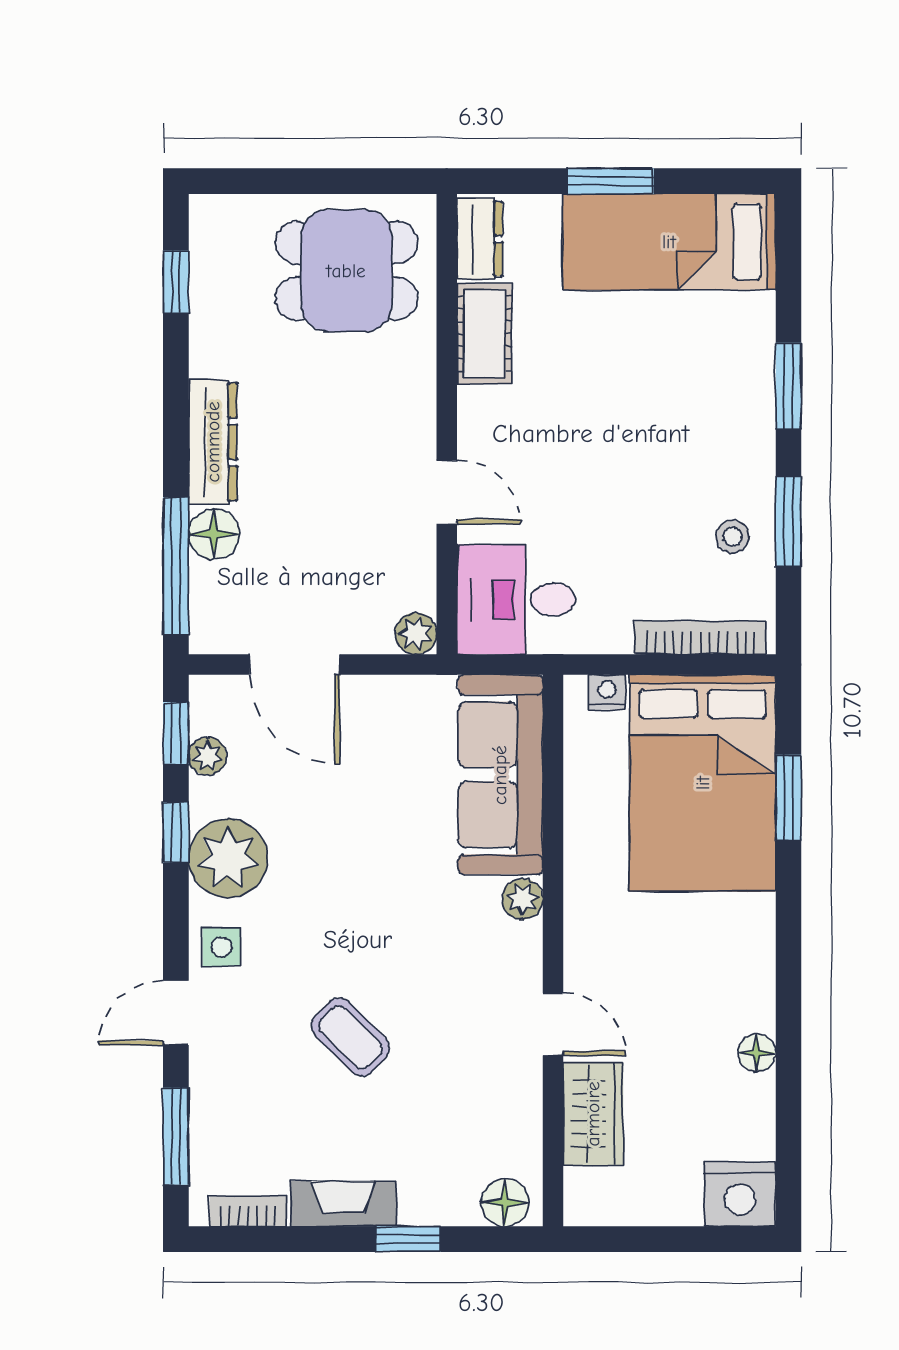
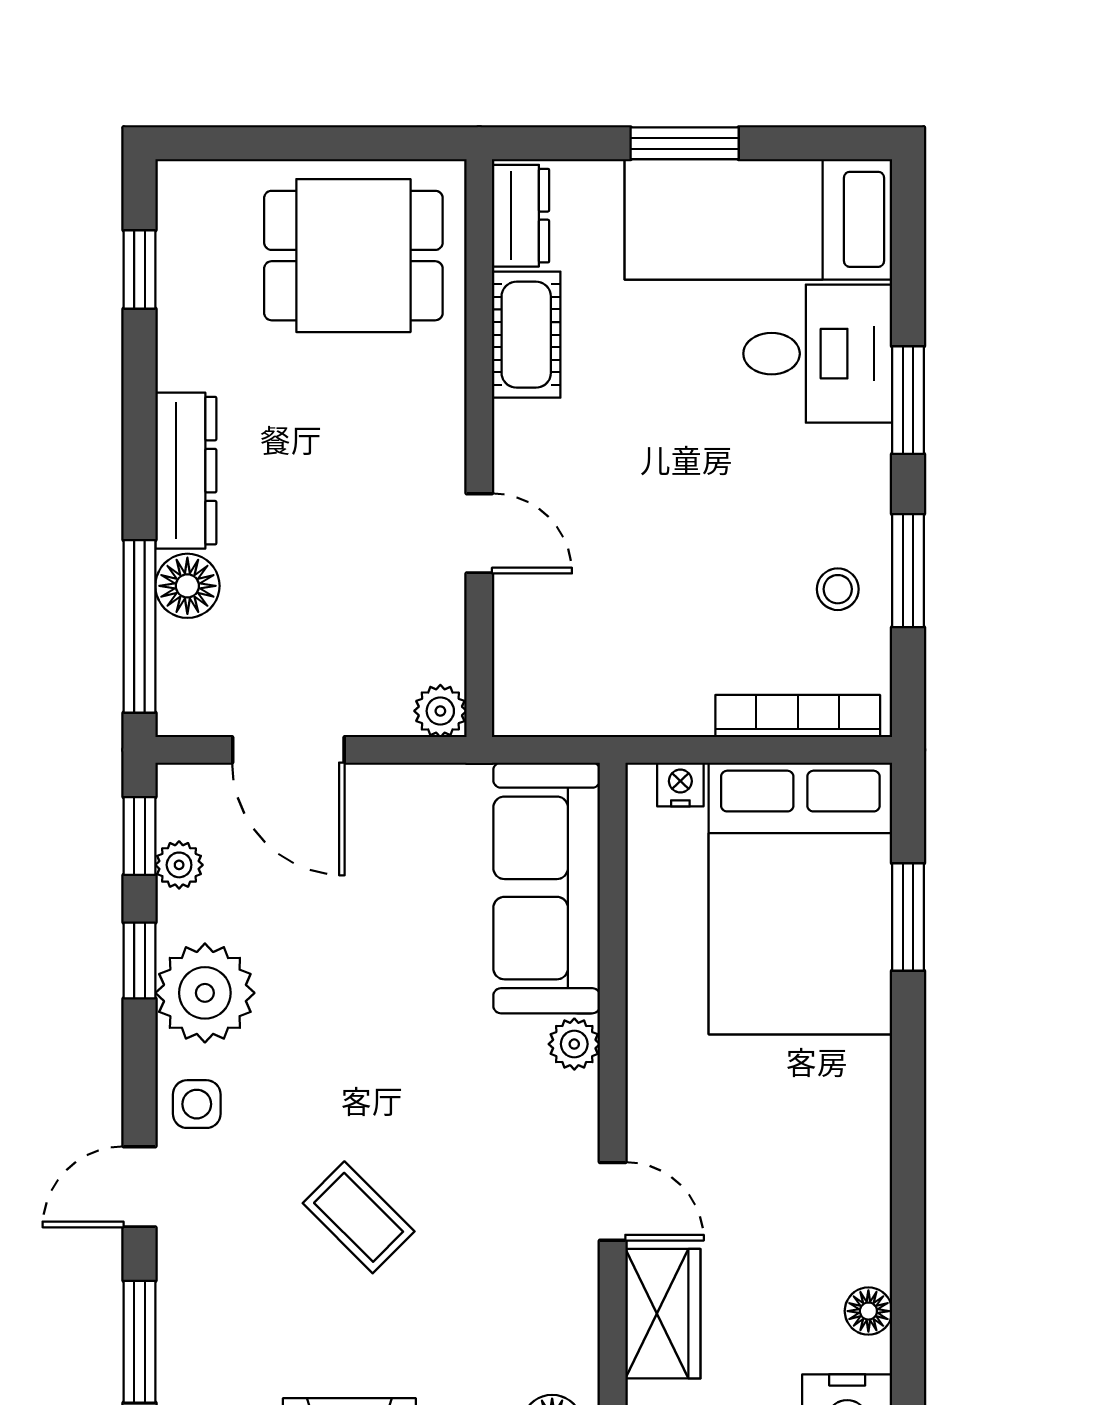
desk: (516, 599) -> (818, 354), moved, turned 180
floor lamp: (757, 1053) -> (868, 1311), moved

